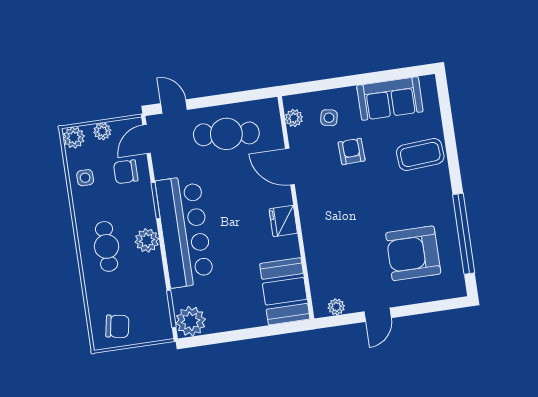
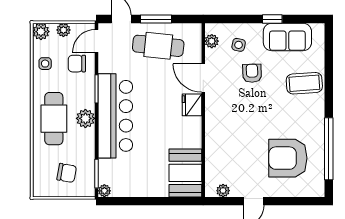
window: (367, 78) -> (272, 19), added
window: (219, 100) -> (156, 19), added
fridge: (283, 221) -> (192, 105), moved
cafe table: (107, 246) -> (54, 119), width x1.37, depth x1.35
plant: (191, 321) -> (104, 191), width x0.53, depth x0.53
chair: (117, 326) -> (67, 173), moved

